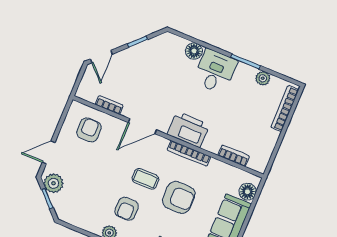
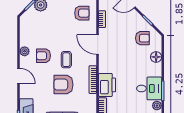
armchair: (160, 59) -> (142, 38), added
desk: (215, 71) -> (149, 88), moved
printer: (188, 129) -> (107, 85), moved
armchair: (179, 197) -> (63, 85), turned 90

